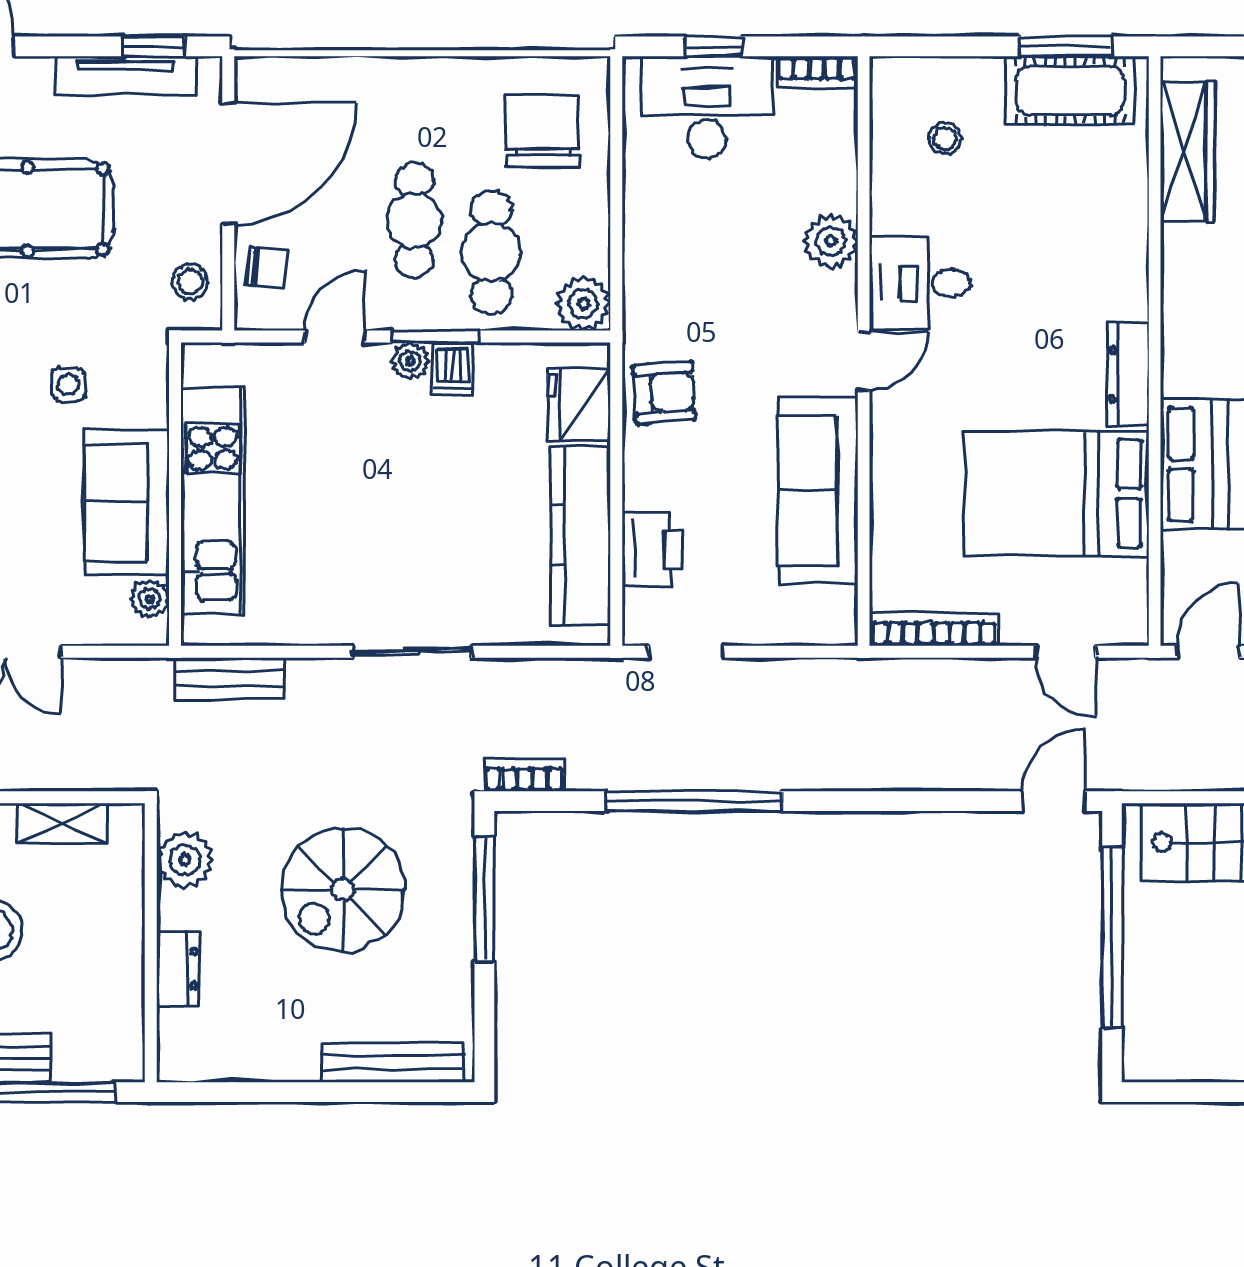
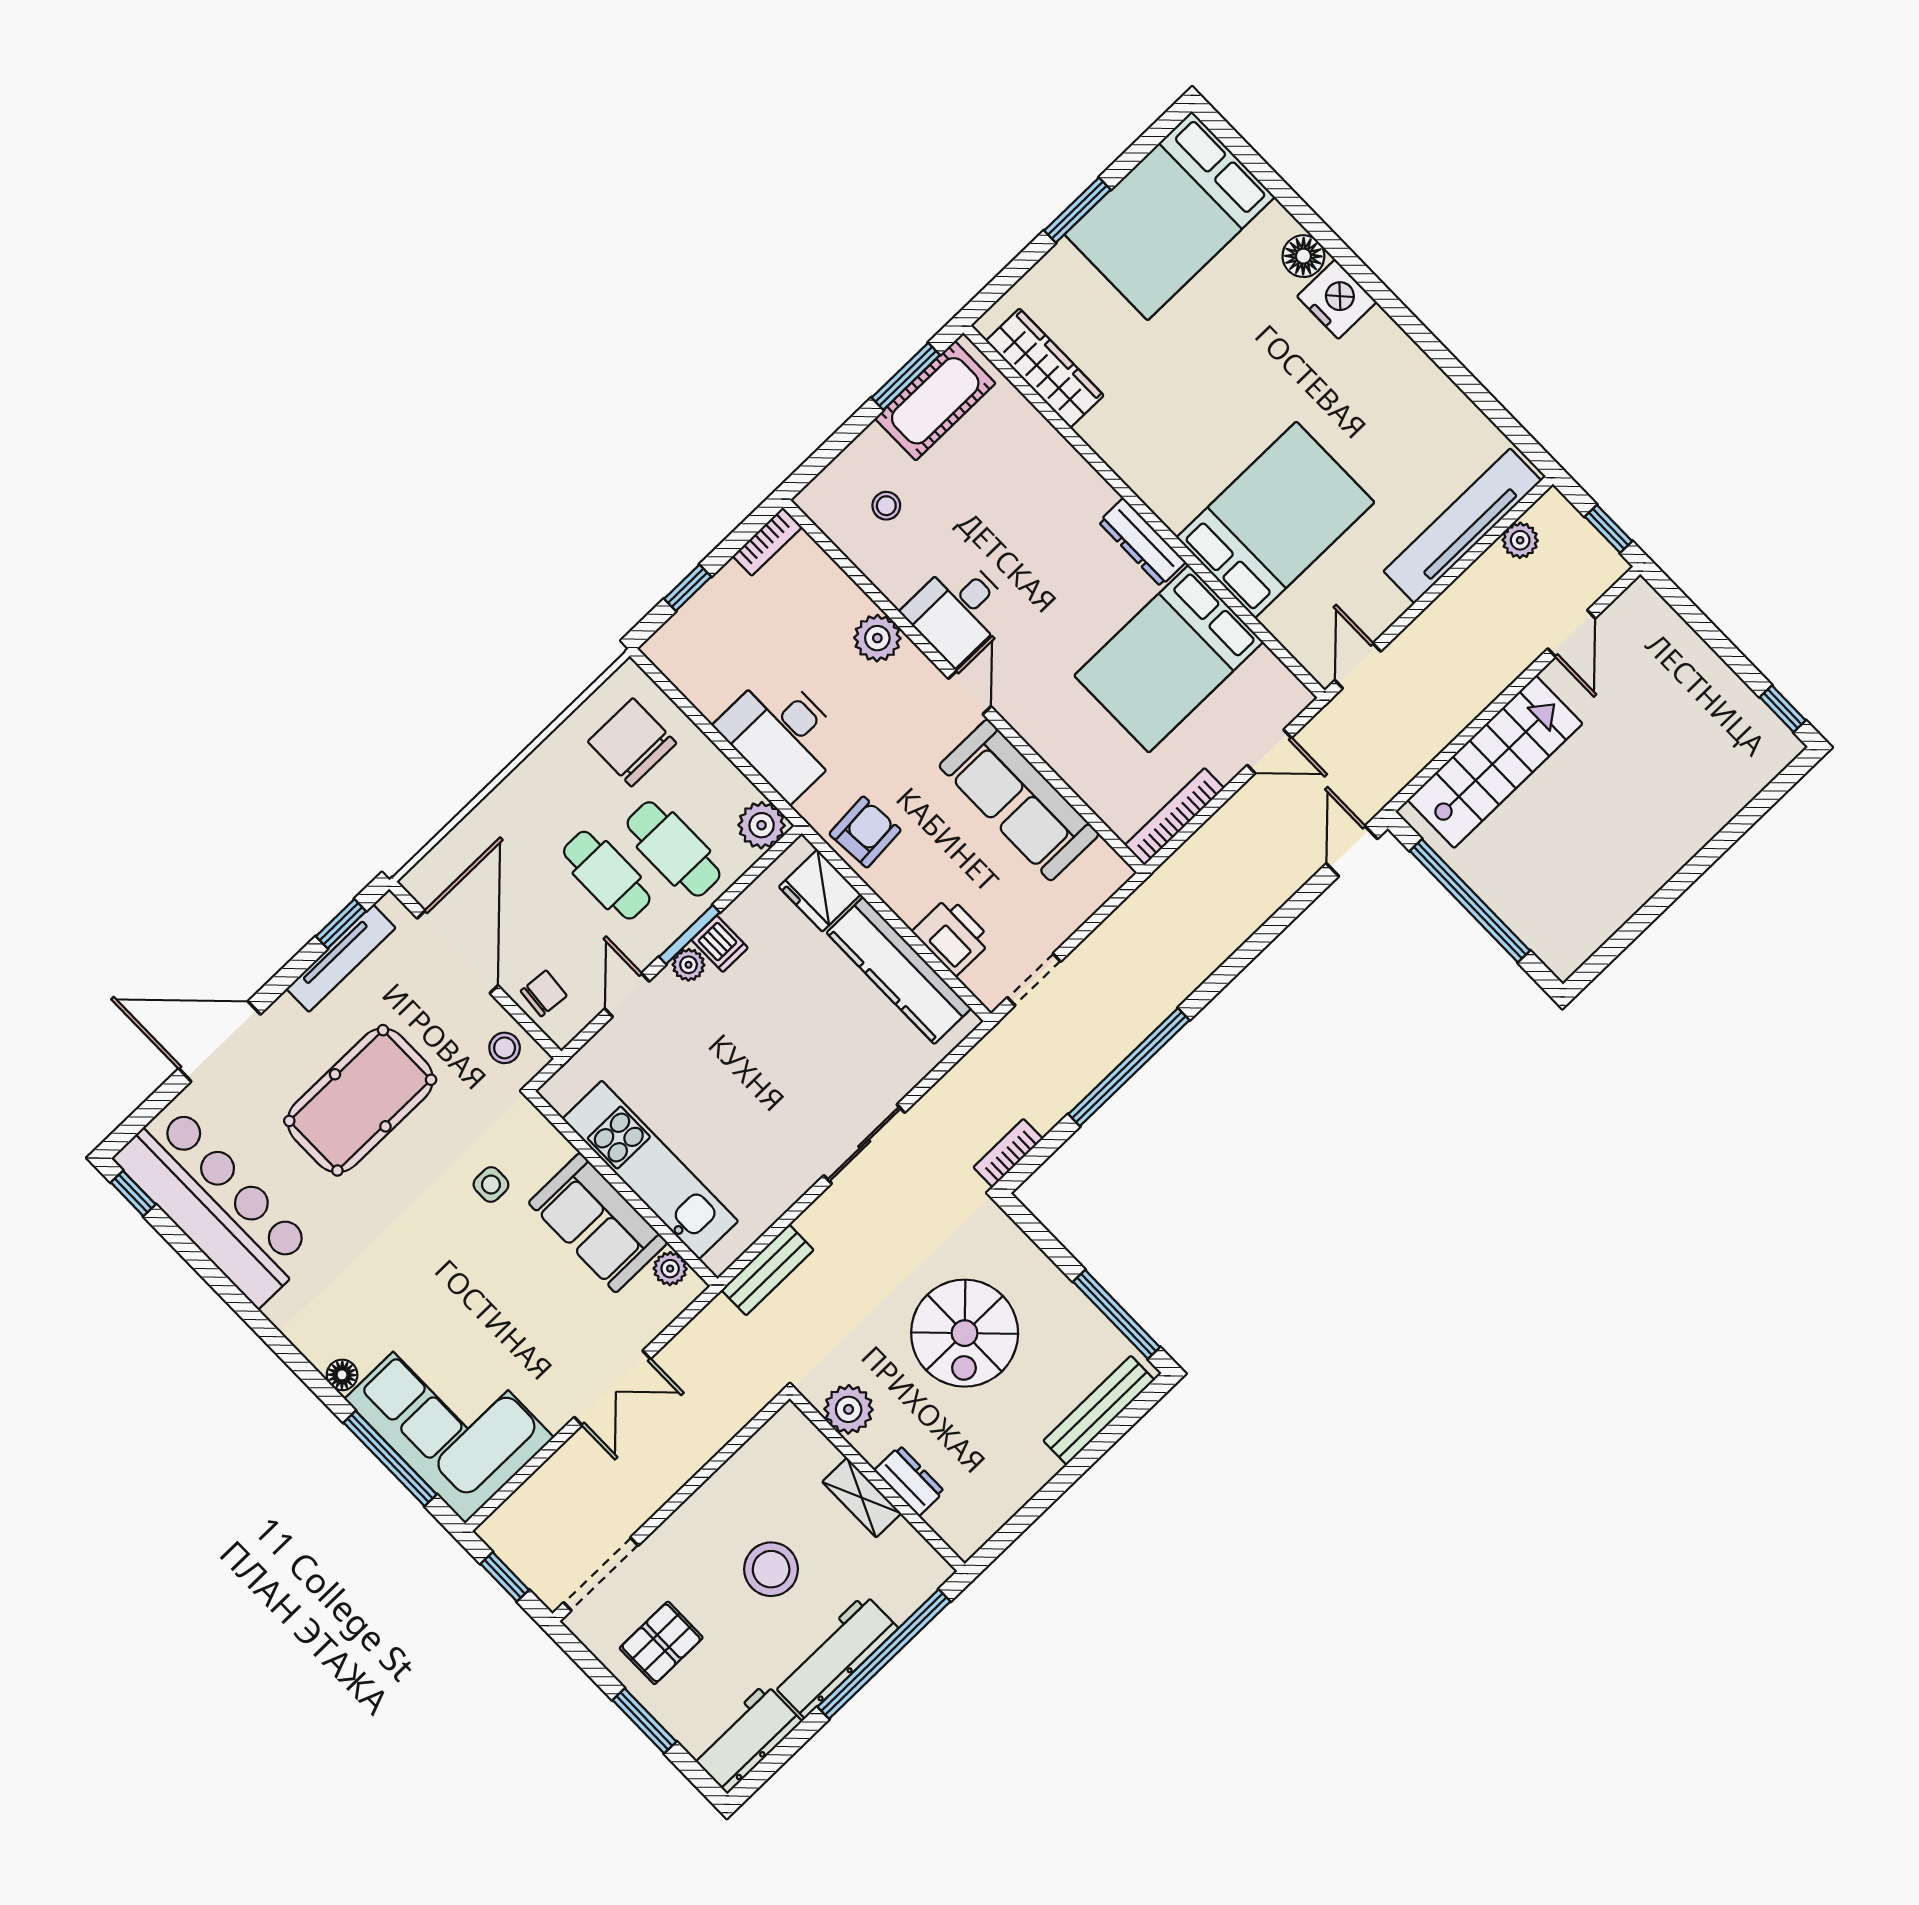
desk: (707, 107) -> (782, 735), moved, turned -90
shelving: (62, 823) -> (862, 1498), moved, turned 90
window: (484, 899) -> (1117, 1314), moved

